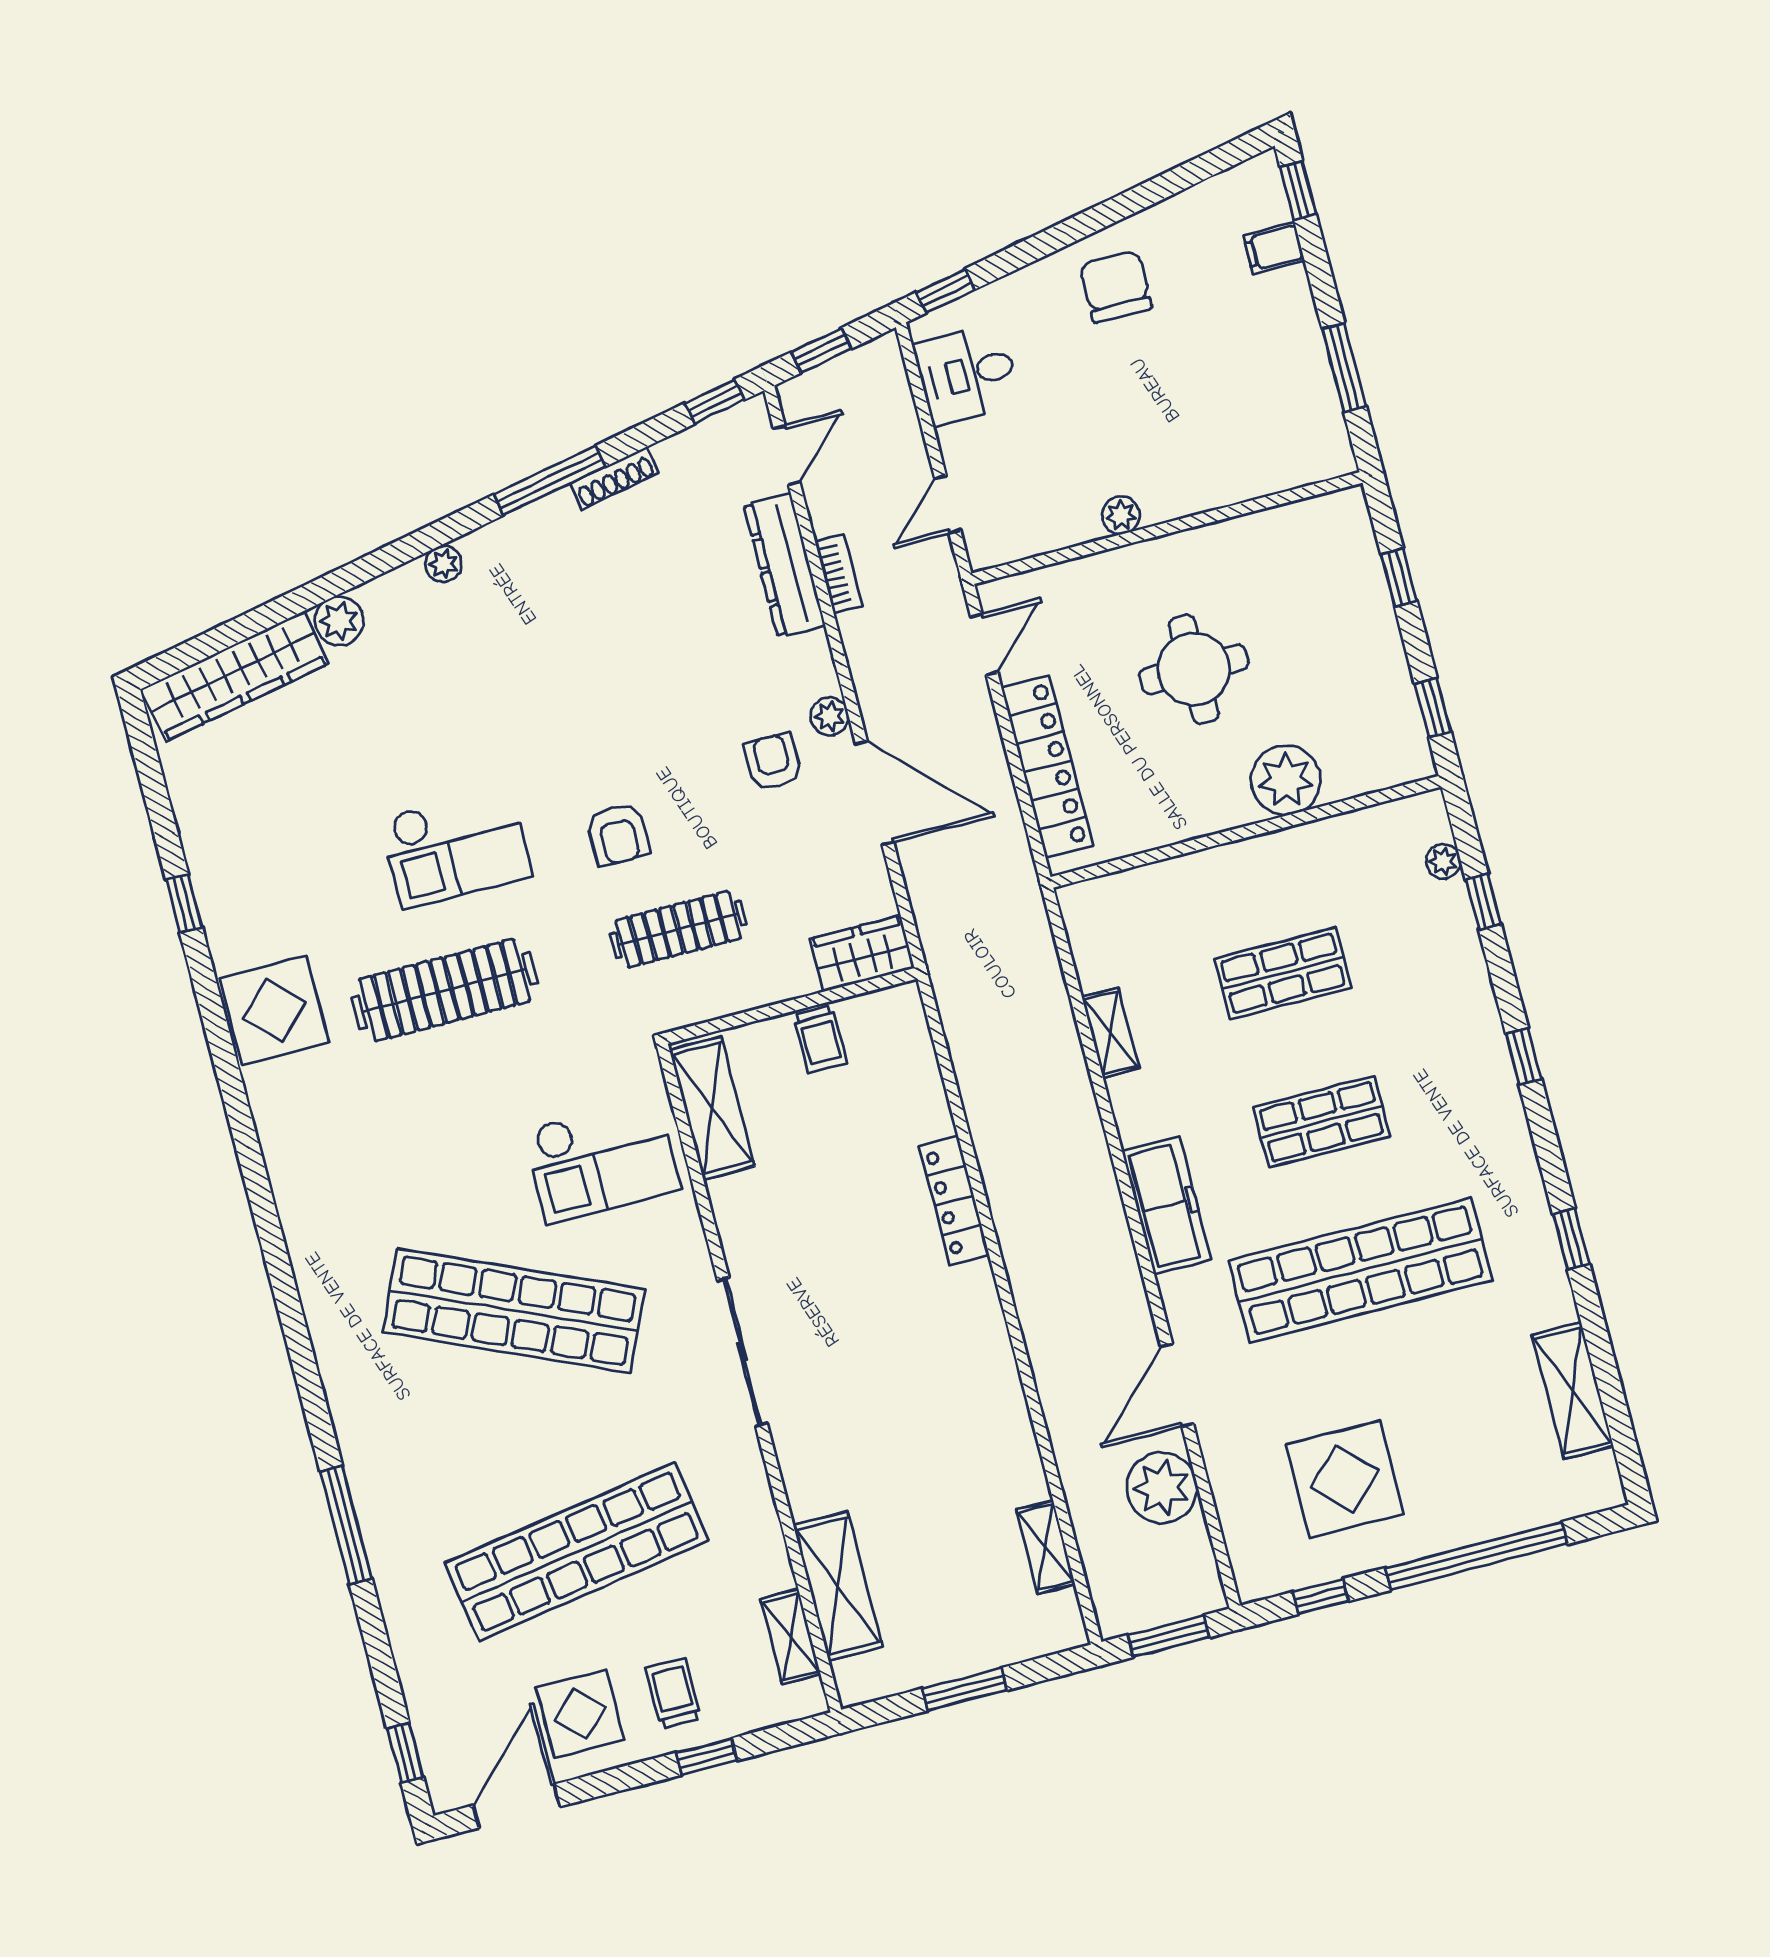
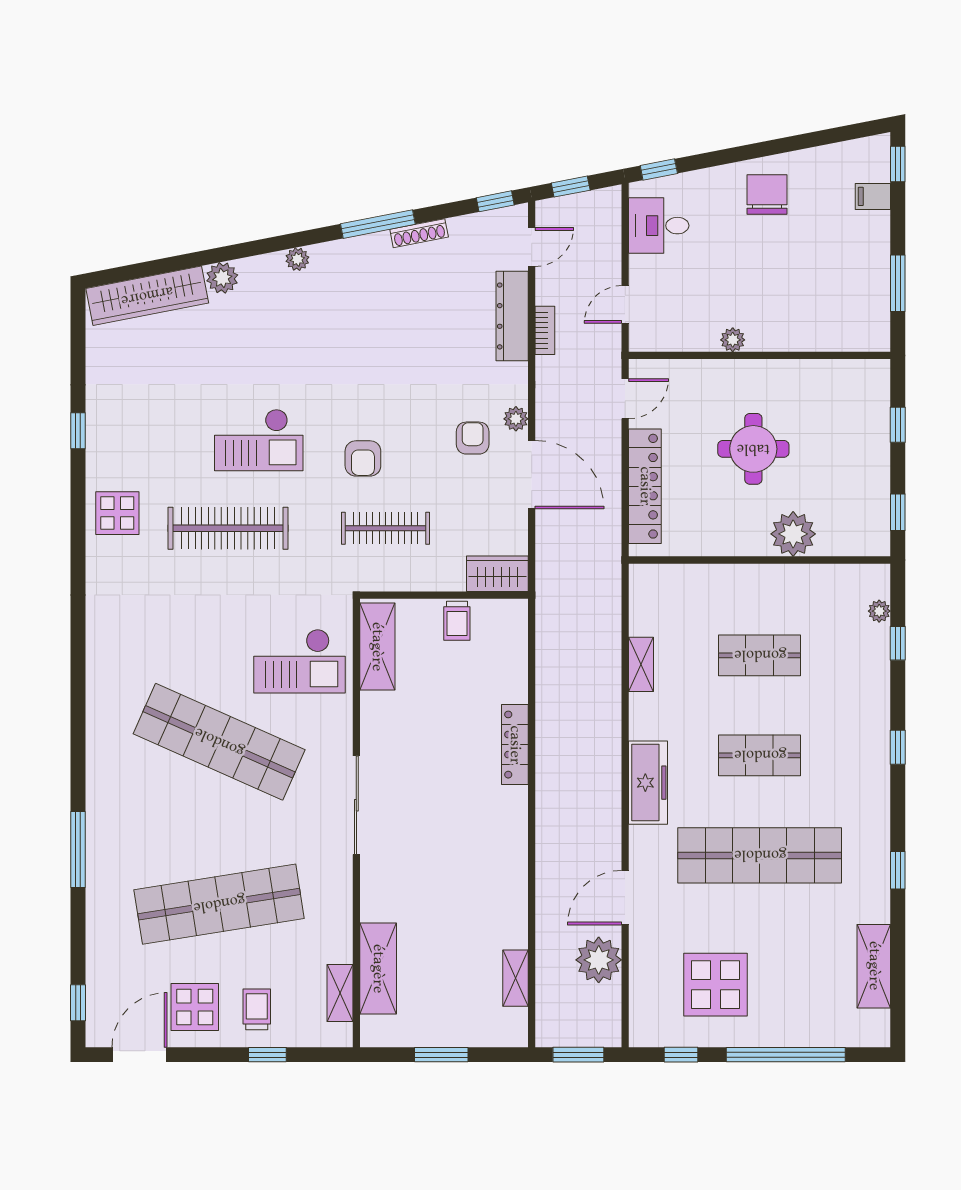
display table: (274, 1010) -> (117, 513), width x0.73, depth x0.73

